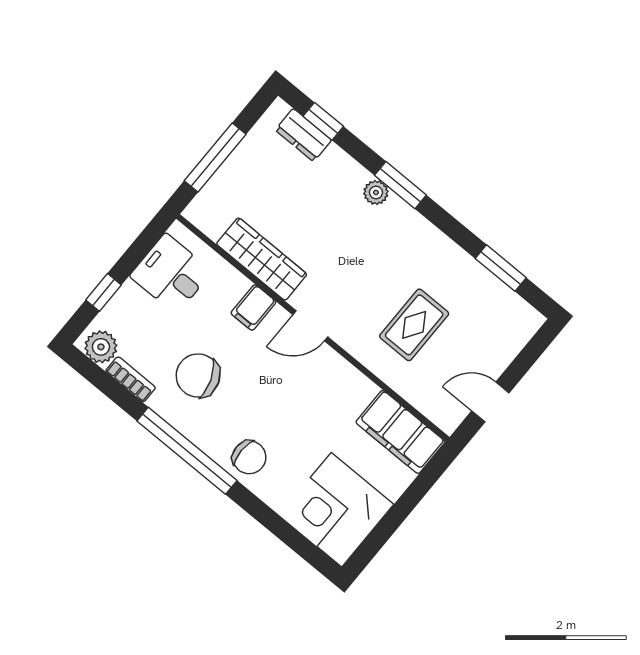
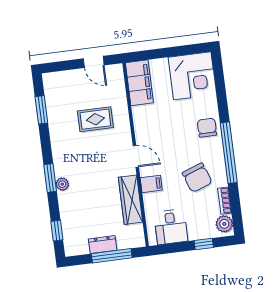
dresser: (303, 135) -> (103, 245), moved, turned -90

